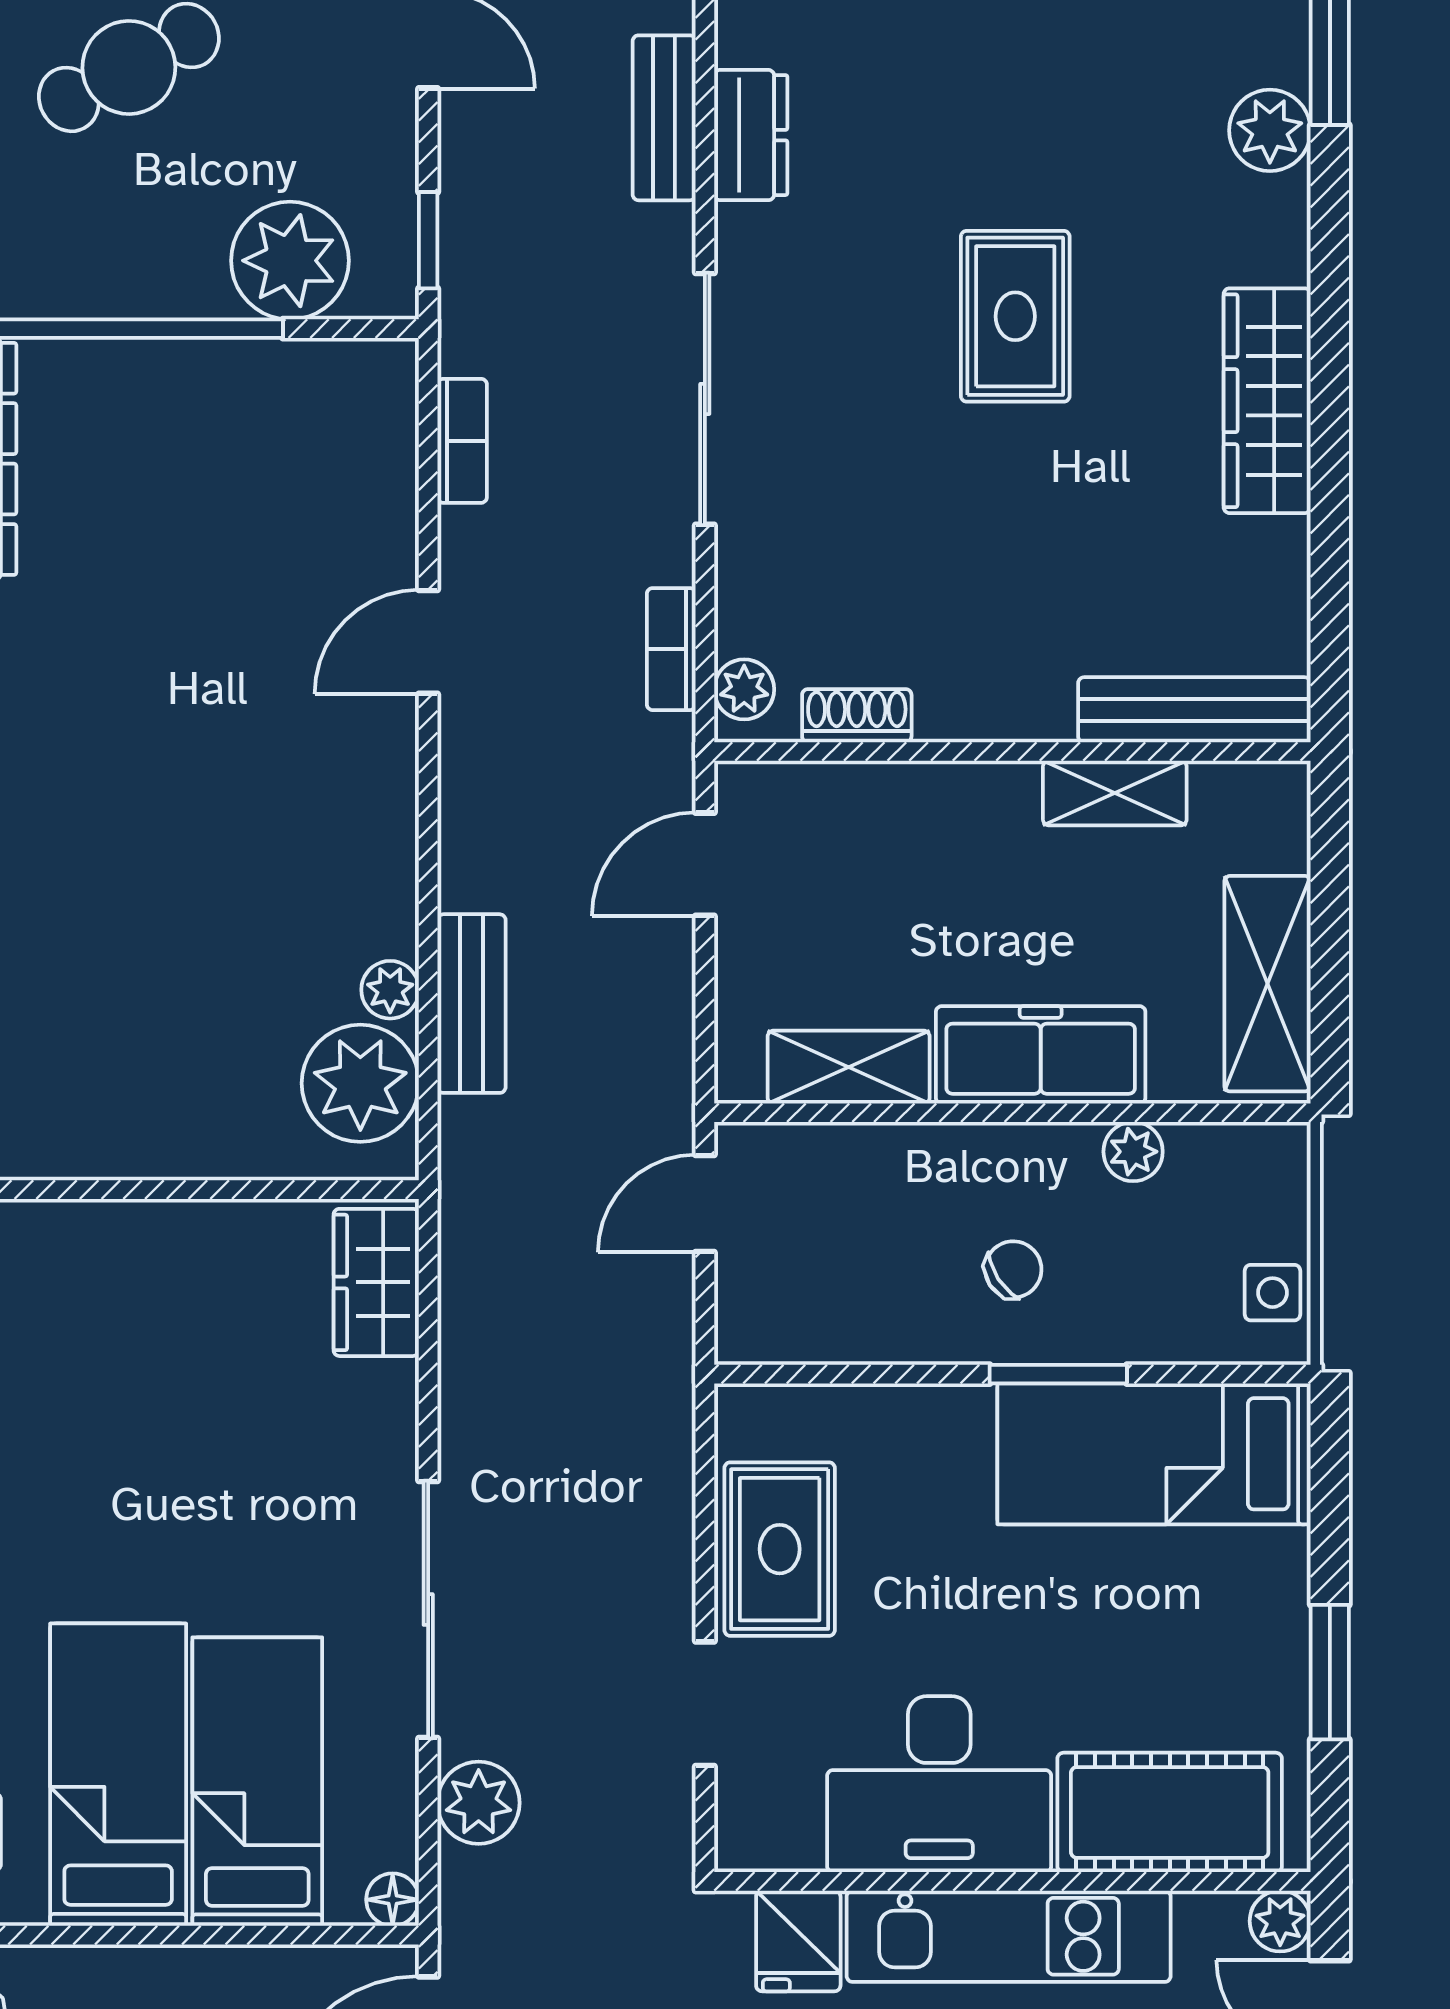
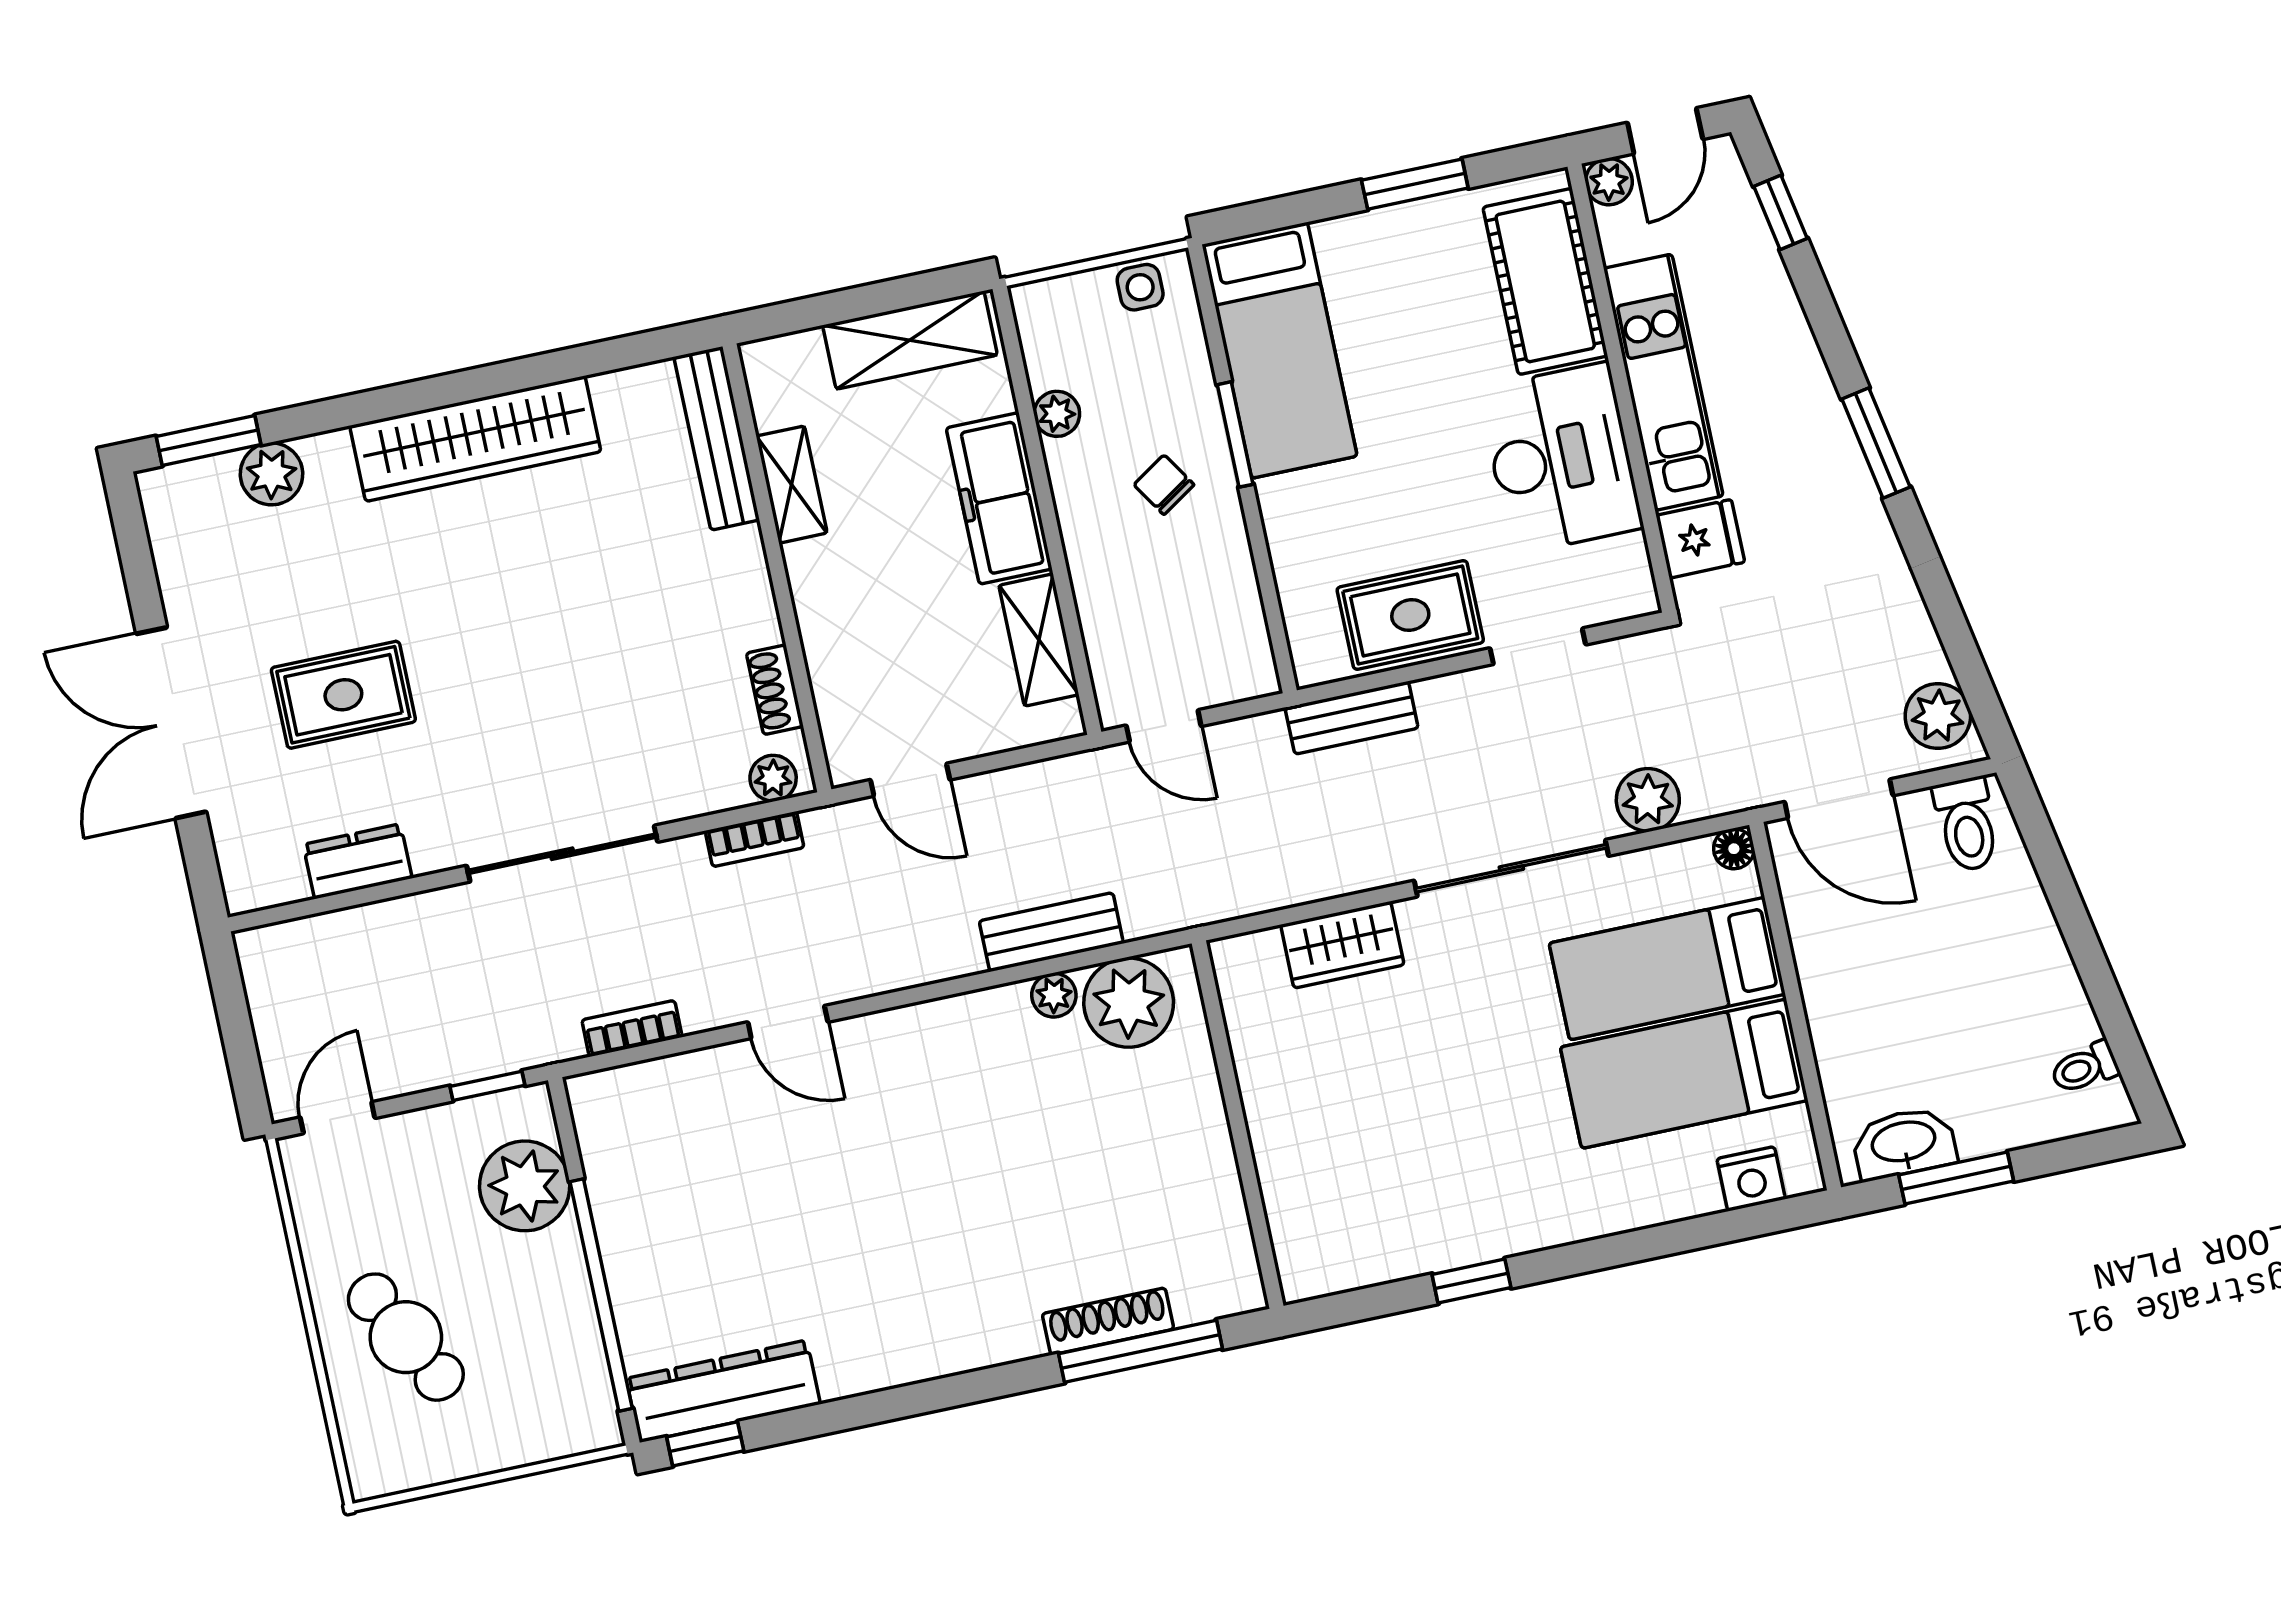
bench: (664, 118) -> (1352, 718), moved
rug: (1015, 316) -> (343, 695), moved
wardrobe: (1267, 401) -> (475, 439), width x1.40, depth x1.17
wardrobe: (376, 1282) -> (1342, 945), moved

